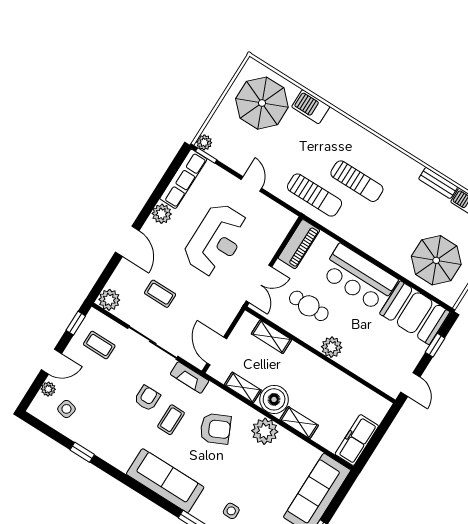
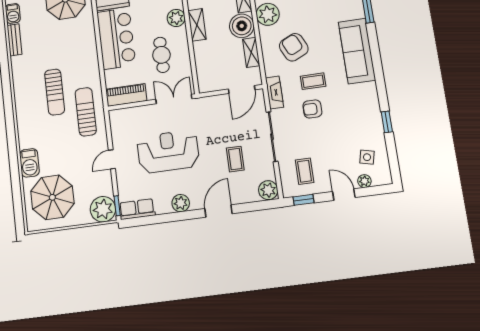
plant: (204, 142) -> (103, 209), width x1.87, depth x1.87
row of seats: (183, 179) -> (137, 209), width x0.68
sun lounger: (357, 181) -> (55, 92), turned 180
shelving: (271, 337) -> (197, 25), moved

